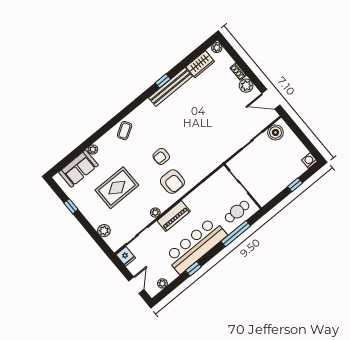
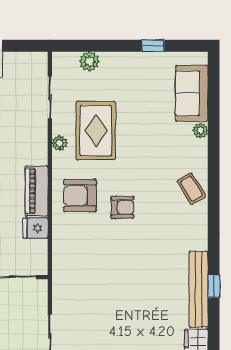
armchair: (161, 156) -> (122, 207), turned 90
rug: (117, 188) -> (96, 131), moved
piano: (174, 216) -> (37, 191), moved
fridge: (126, 256) -> (36, 228), moved

